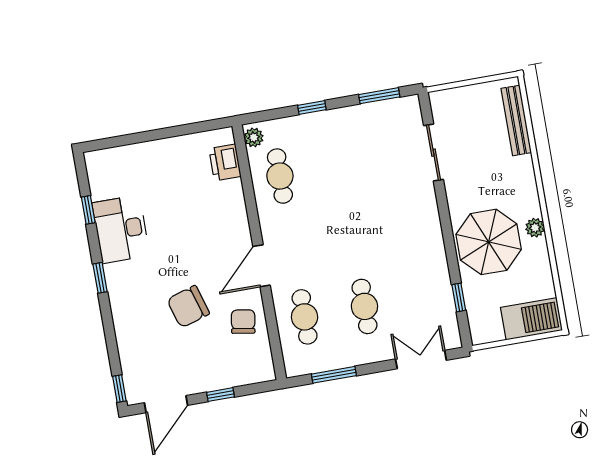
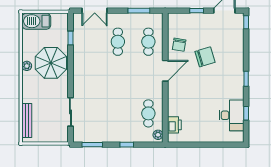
desk: (121, 229) -> (232, 115), moved

